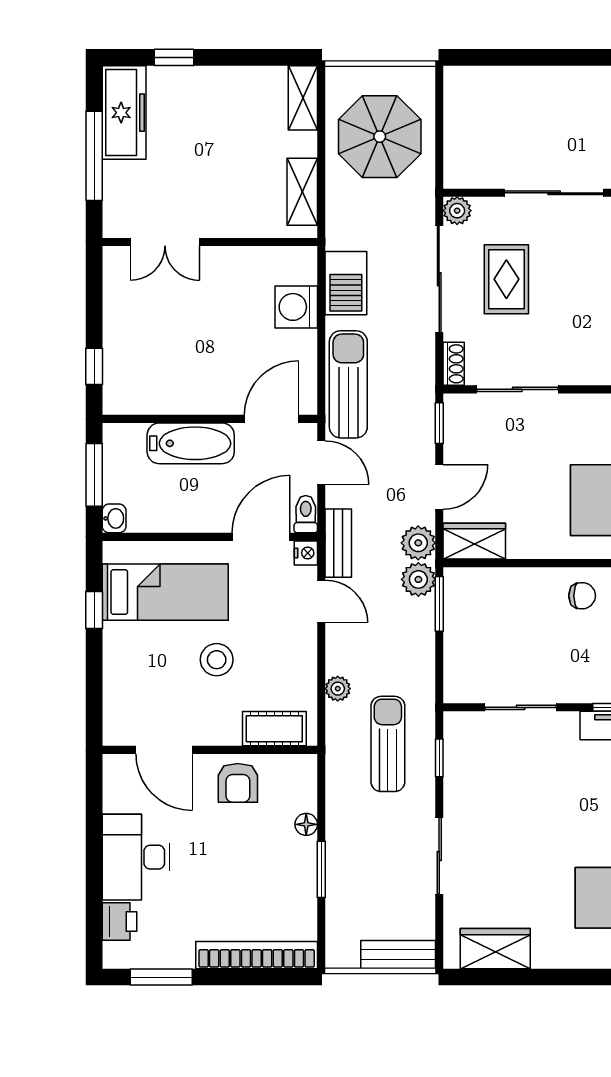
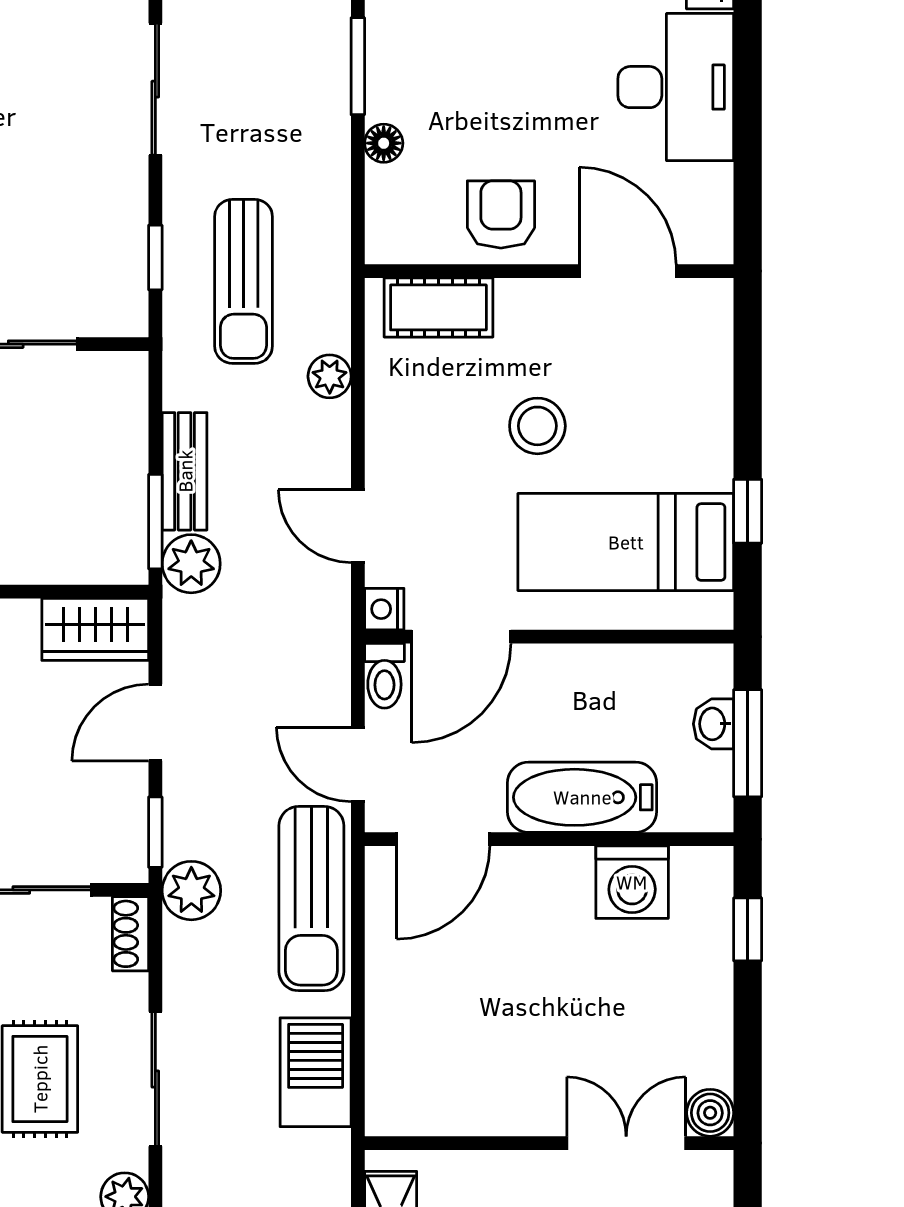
boiler: (116, 260) -> (710, 1113), added
sliding door: (439, 279) -> (155, 1079), width x0.73
washing machine: (296, 307) -> (632, 882), moved, turned 90
washbasin: (114, 518) -> (713, 724), moved
bench: (338, 543) -> (185, 471), moved
plant: (418, 543) -> (191, 891), moved

